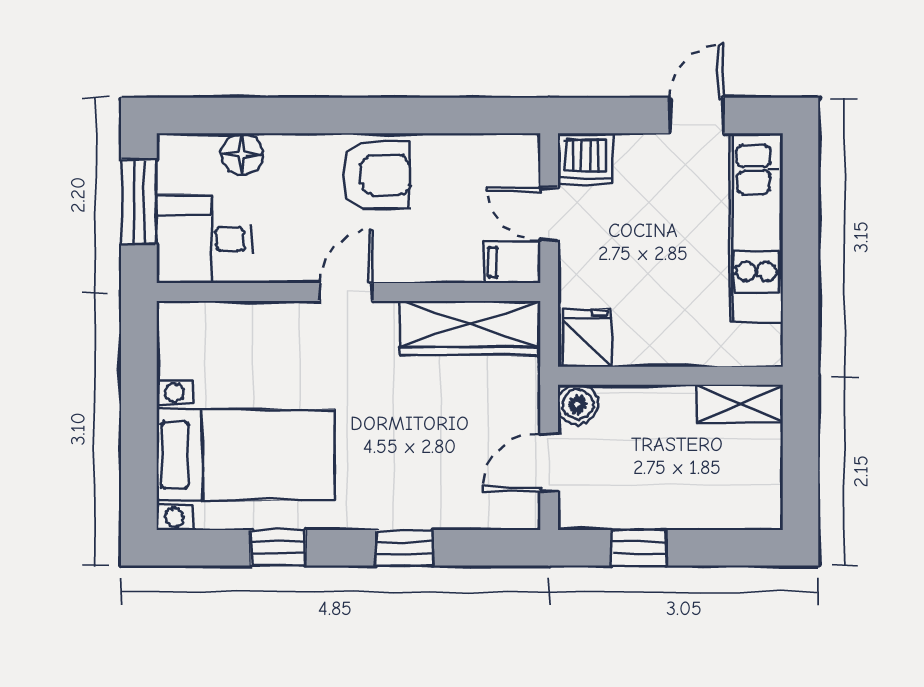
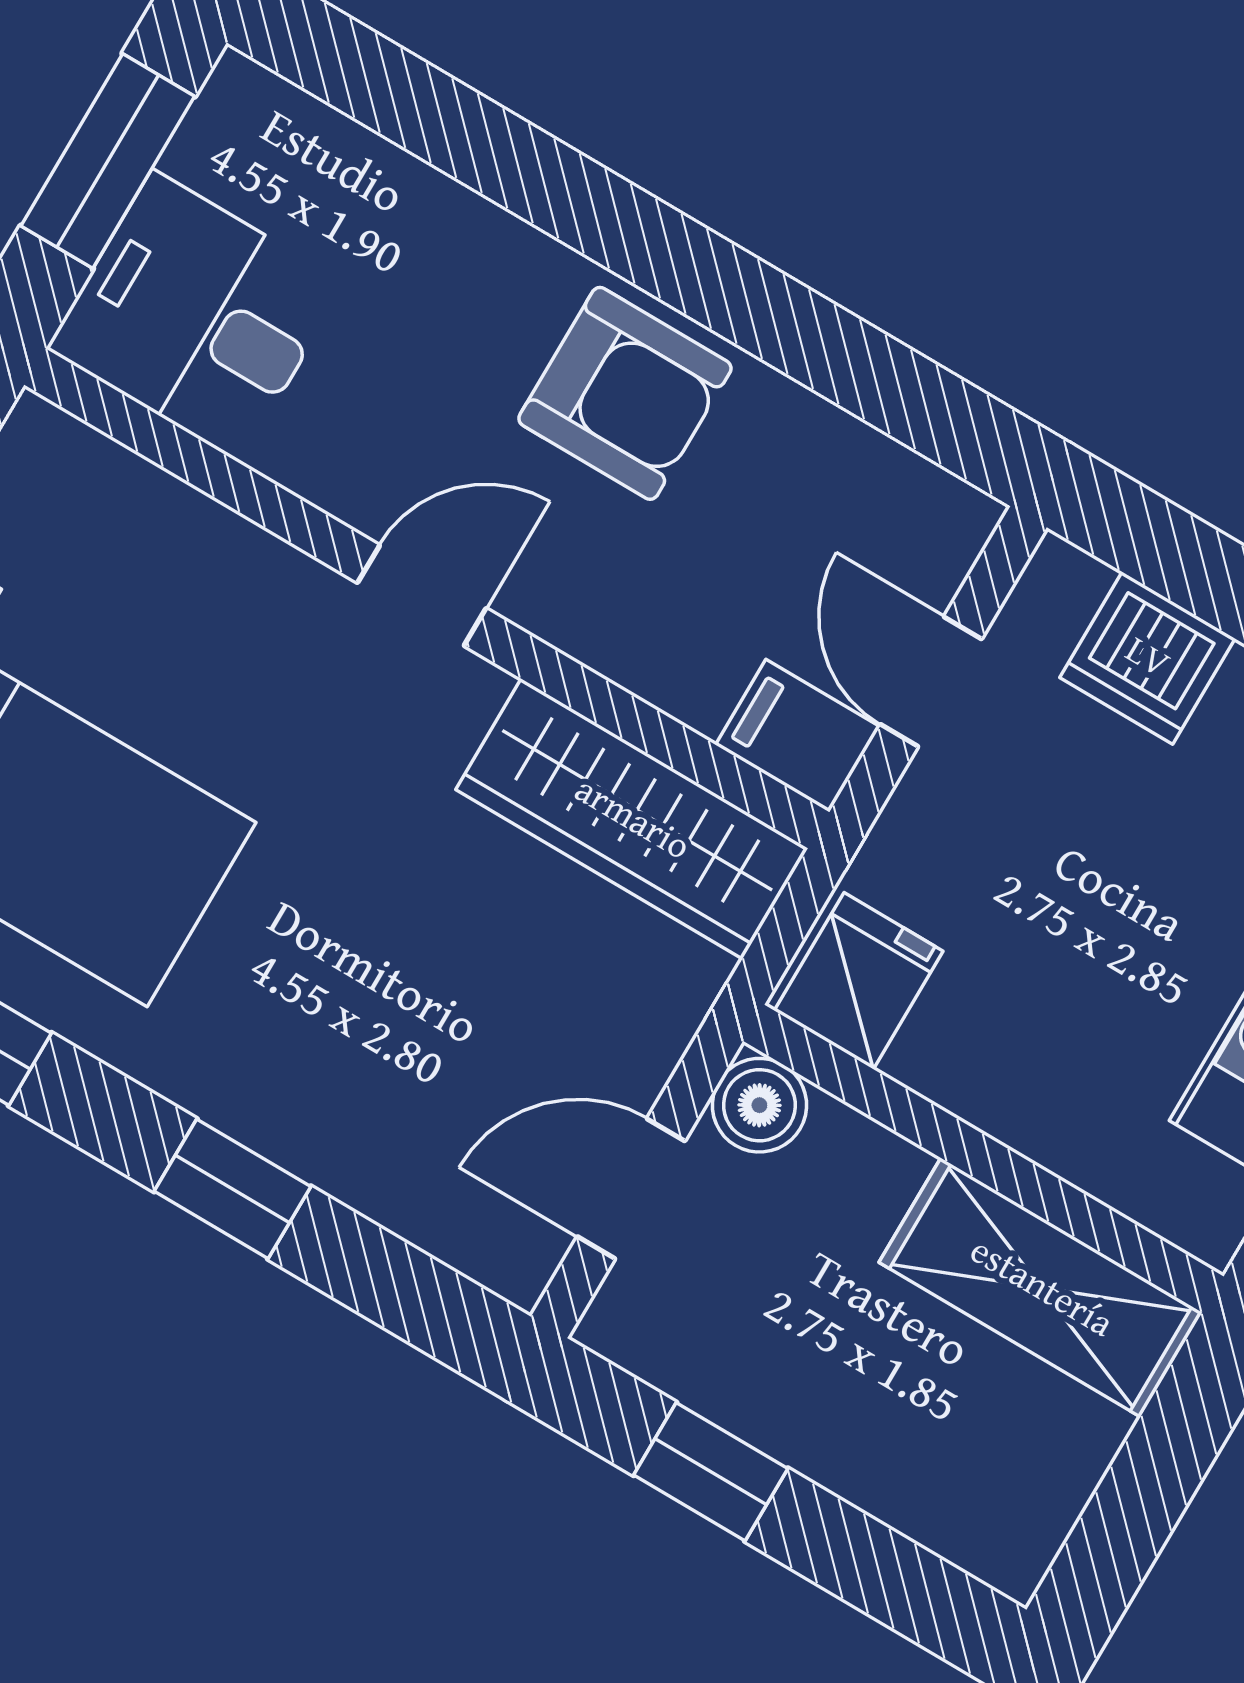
floor lamp: (242, 154) -> (376, 188), removed
dishwasher: (586, 159) -> (1147, 658), moved
shelving: (740, 404) -> (1041, 1288), width x1.50, depth x1.33

